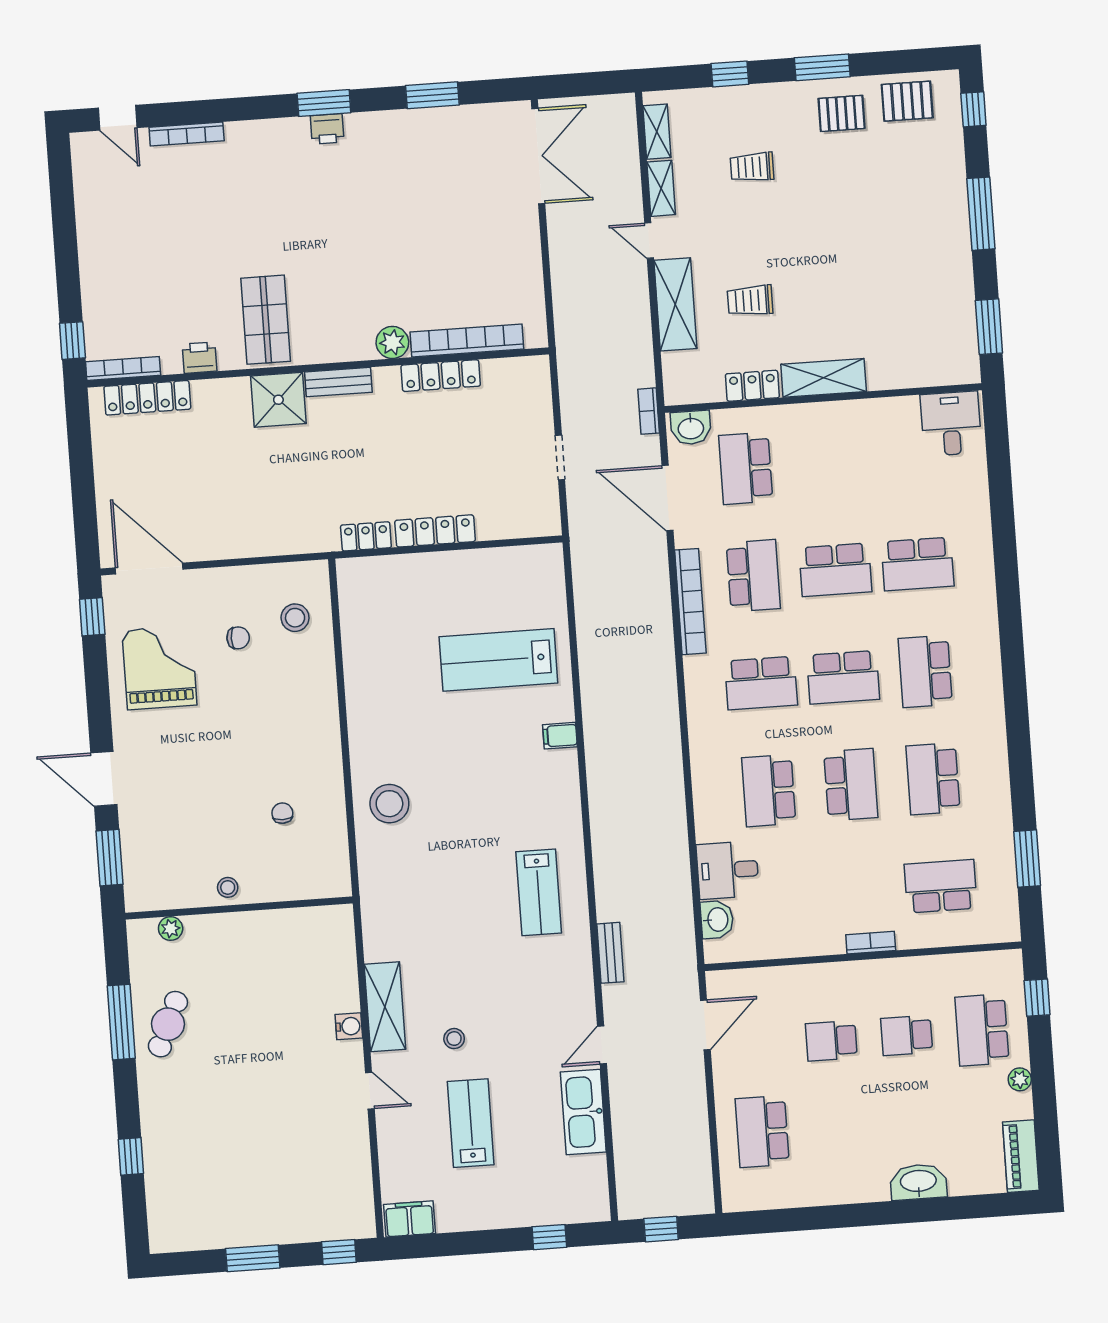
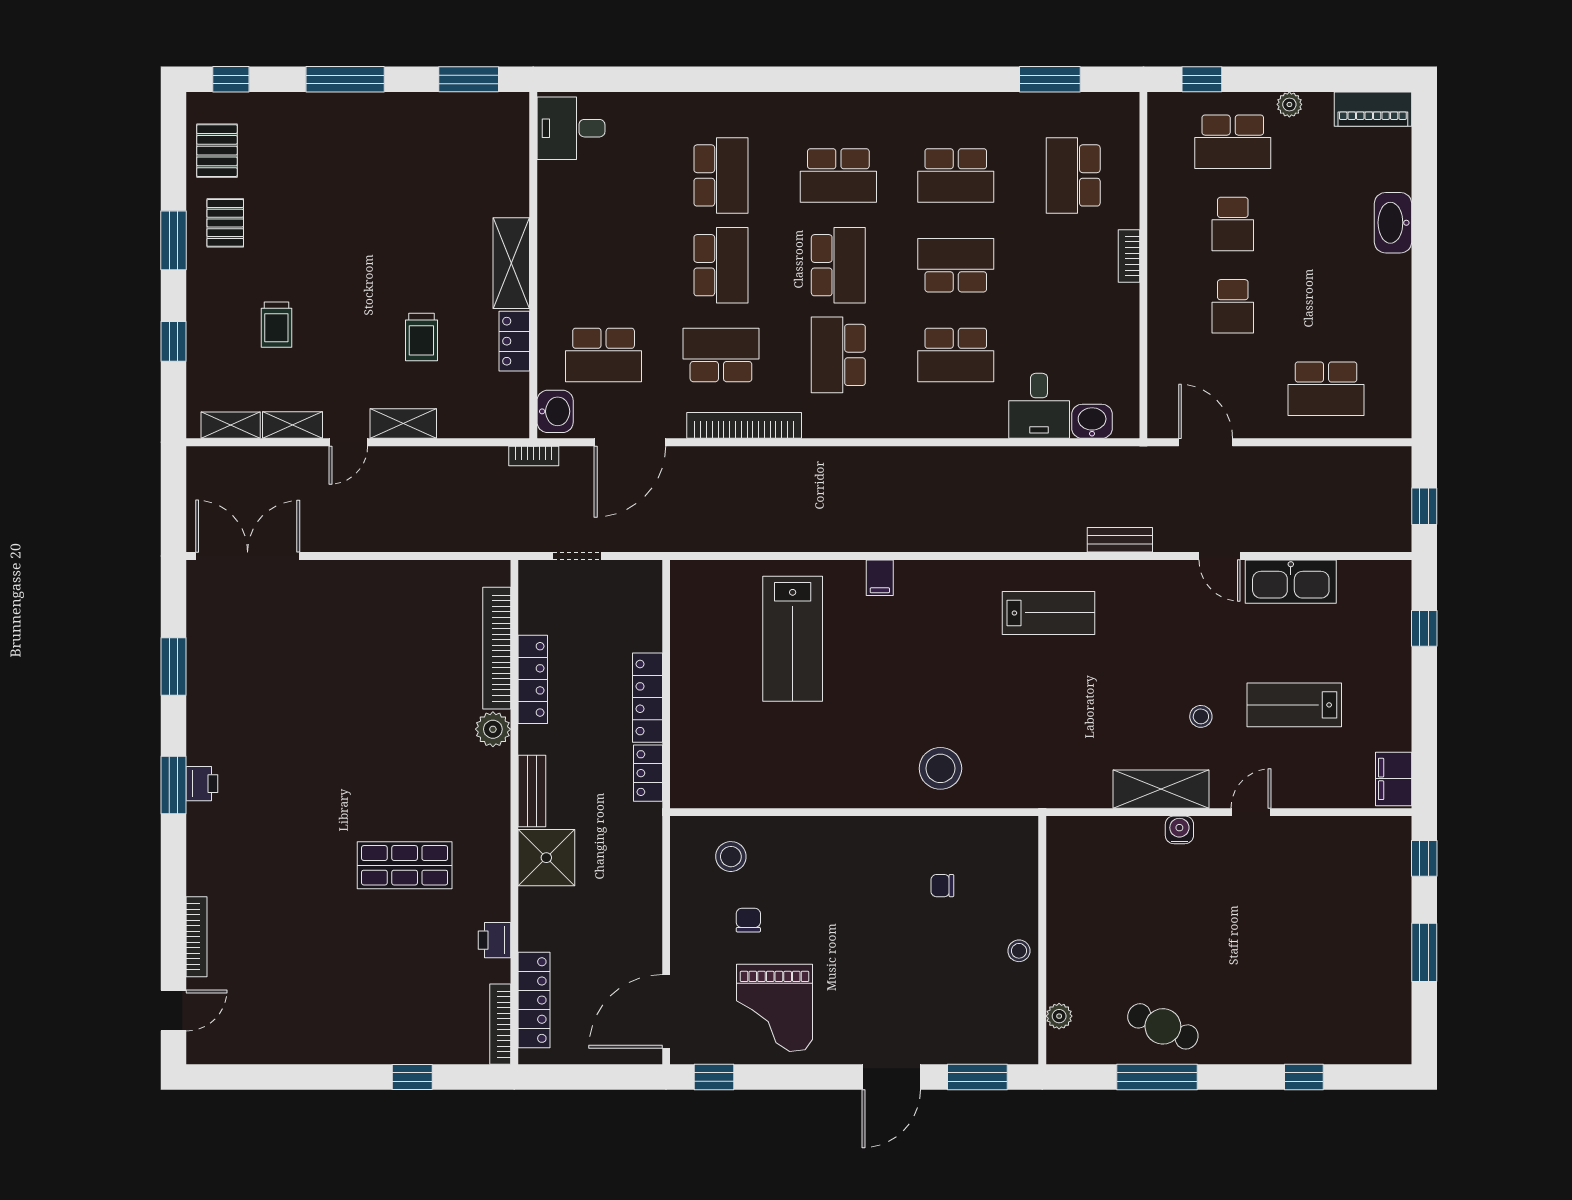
shelving: (675, 304) -> (403, 424), width x0.67, depth x0.75
bookcase: (467, 341) -> (497, 648), moved
plant: (392, 342) -> (493, 729), moved
printer: (199, 358) -> (494, 940), moved
wall: (318, 367) -> (514, 812), moved
bookcase: (123, 368) -> (500, 1024), moved
locker: (441, 376) -> (533, 679), moved
bench: (338, 382) -> (532, 791), moved
locker: (147, 398) -> (534, 1000), moved
shower: (278, 400) -> (546, 858), moved
grand piano: (159, 668) -> (775, 1008), turned -90
school desk: (761, 683) -> (838, 355), turned 180

